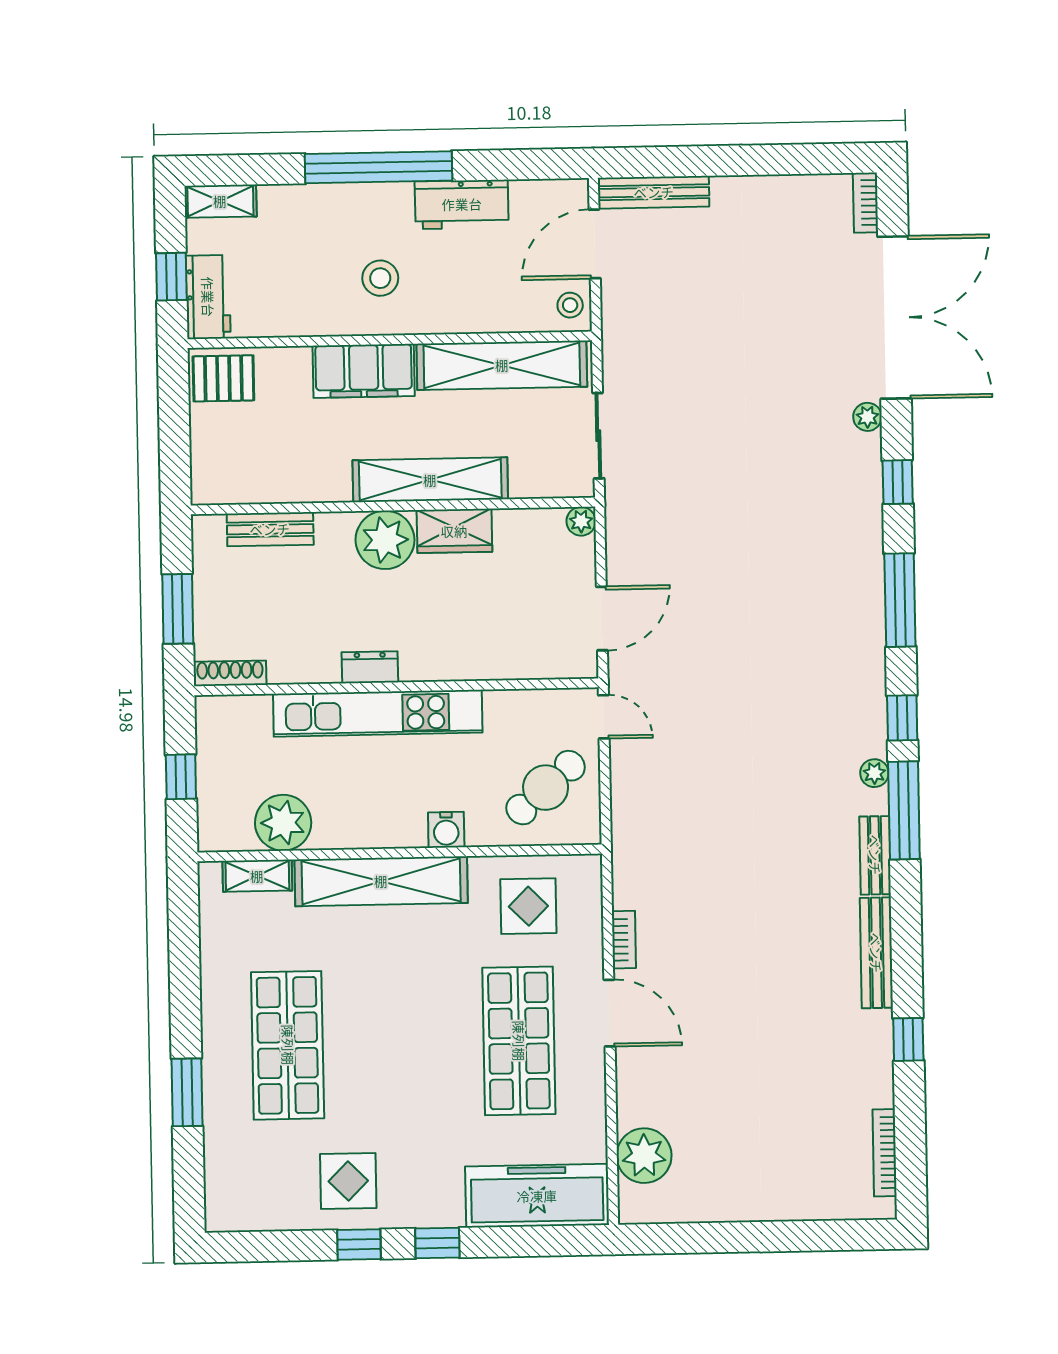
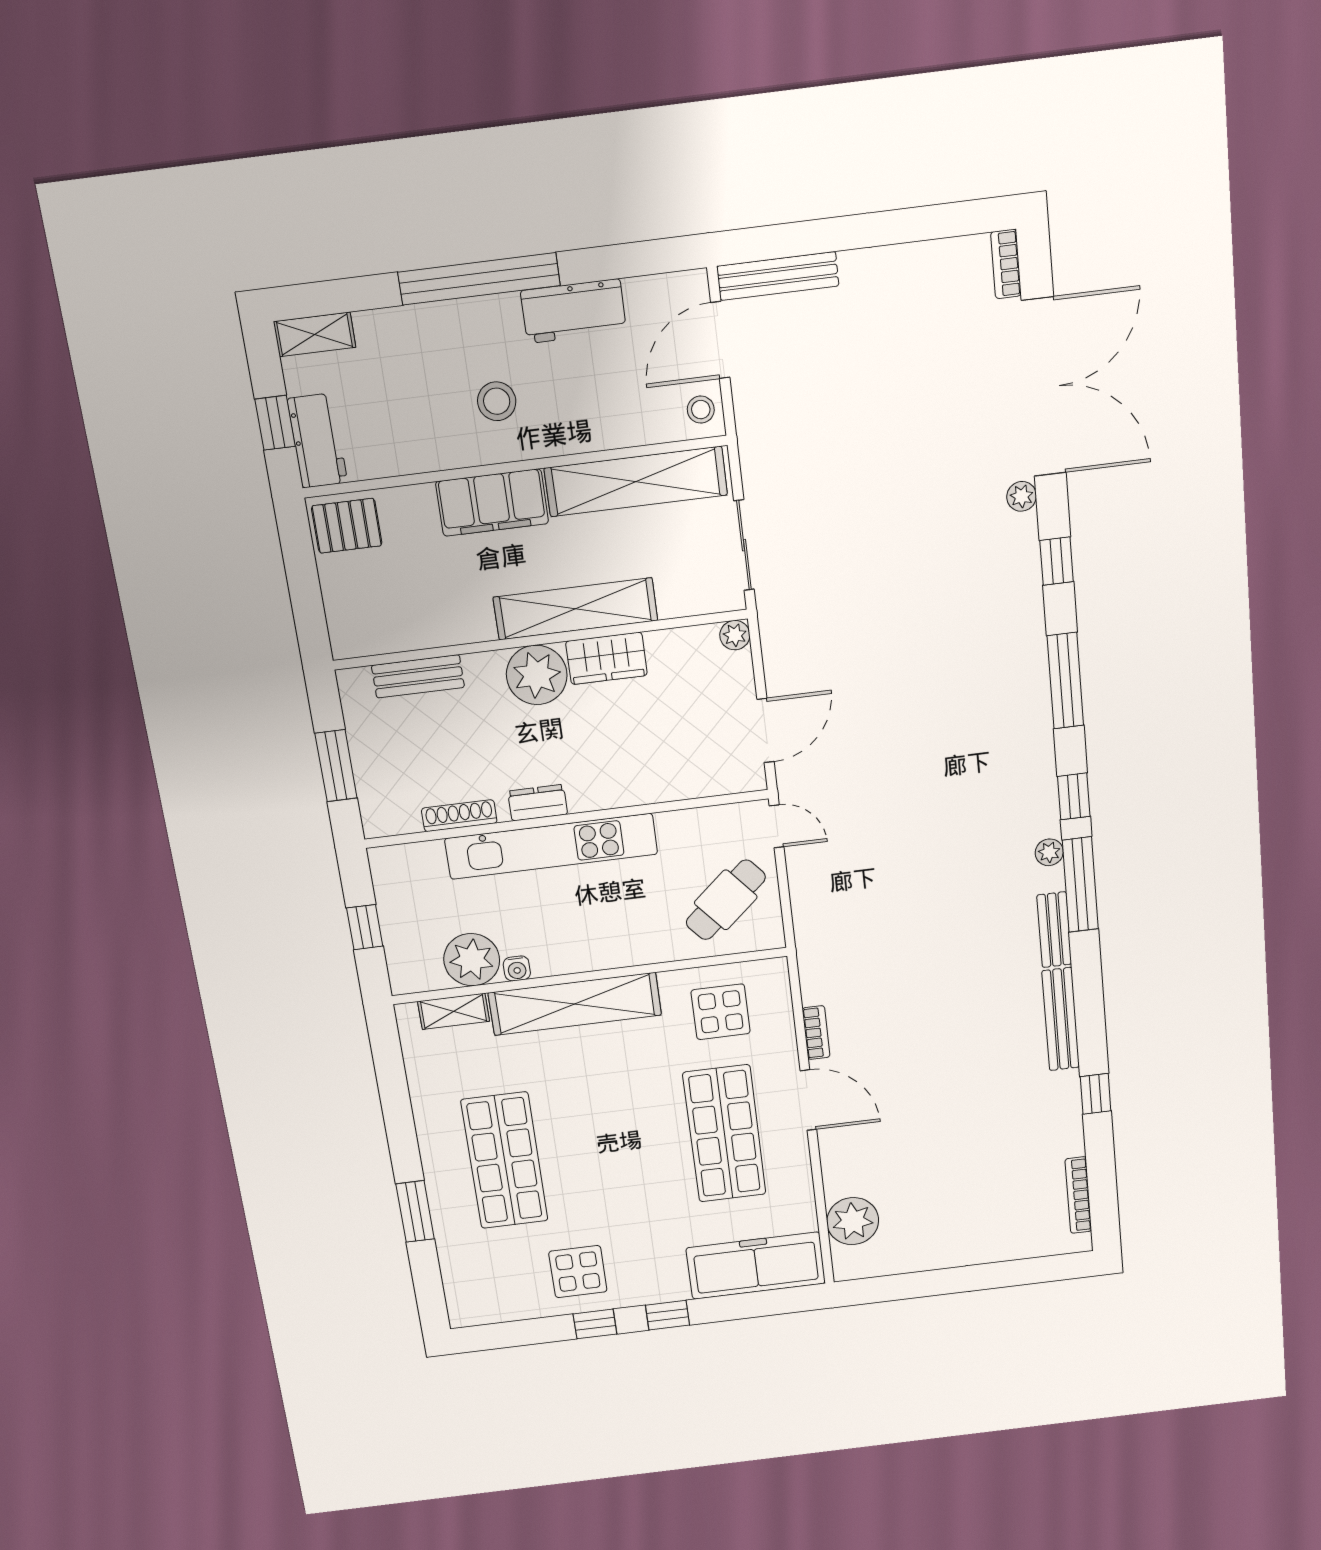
shoe rack: (230, 673) -> (459, 816), moved
water cooler: (446, 830) -> (517, 968), moved, width x0.72, depth x0.72

